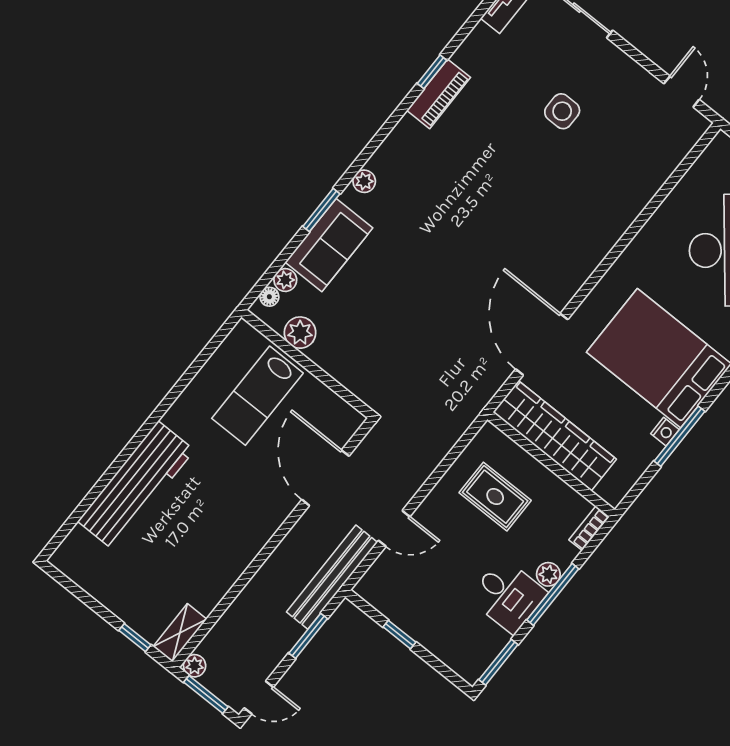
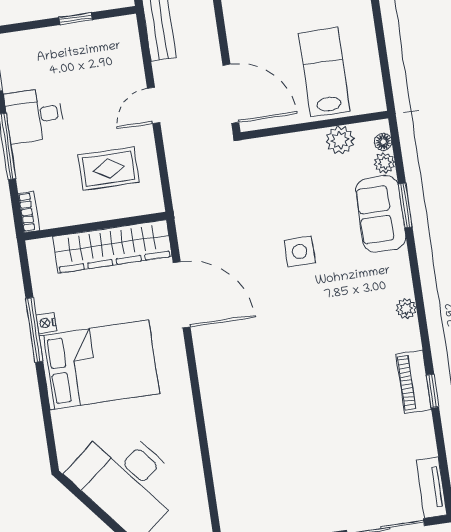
side table: (562, 111) -> (300, 251), moved
plant: (364, 181) -> (406, 309), moved
window: (321, 210) -> (405, 205), moved
door: (325, 478) -> (231, 94), moved
door: (394, 529) -> (154, 105), moved
plant: (548, 574) -> (23, 156), removed

